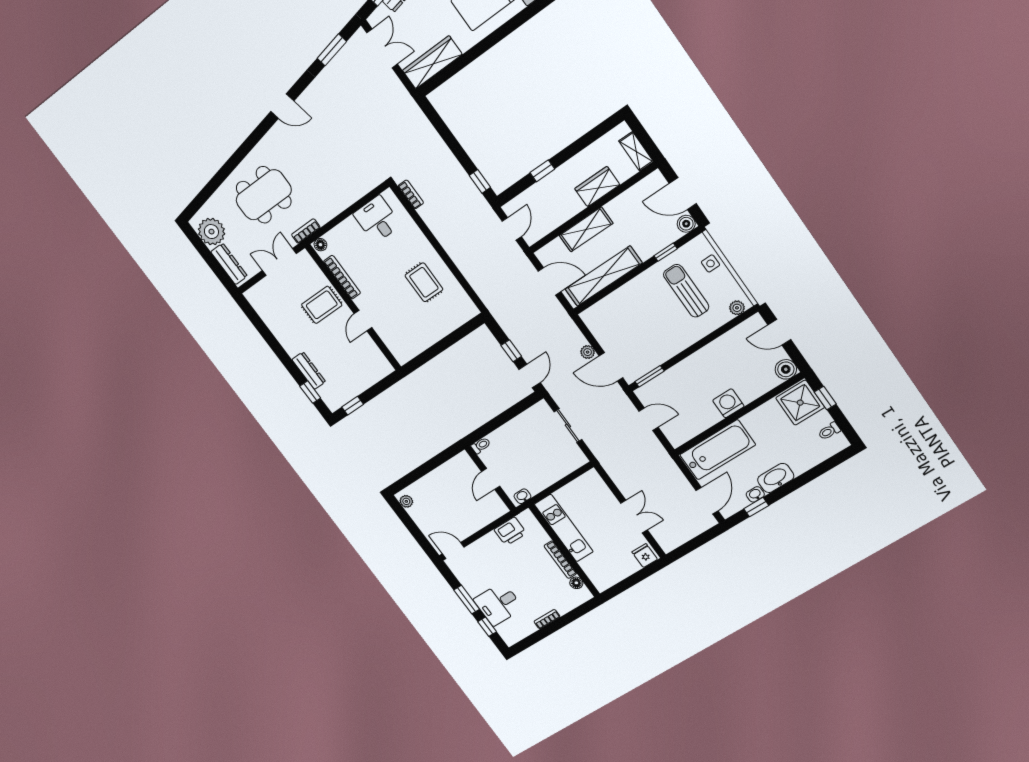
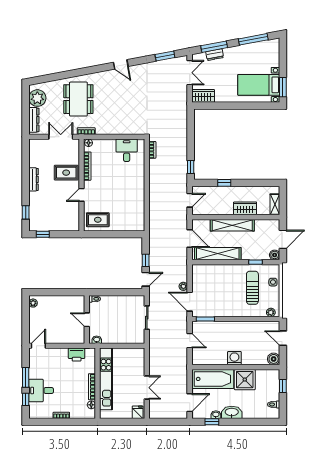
wardrobe: (432, 62) -> (203, 96), width x0.67
door: (683, 194) -> (283, 239), swing flipped
dining table: (264, 195) -> (78, 99), turned 90
shelving: (586, 229) -> (232, 225), width x1.47
rug: (424, 282) -> (98, 220), moved, turned 90
dresser: (309, 371) -> (34, 179), moved
shower: (800, 403) -> (245, 380), moved
door: (491, 479) -> (87, 320), hinge flipped
kitchen unit: (564, 528) -> (106, 379), width x1.36
door: (453, 550) -> (38, 346), hinge flipped

